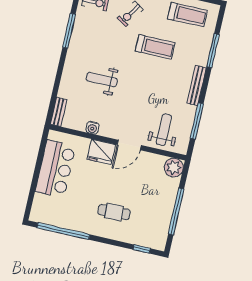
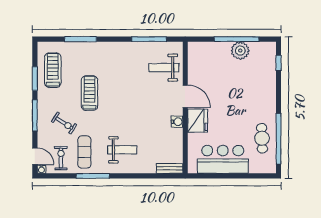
exercise mat: (96, 28) -> (84, 152), added
weight bench: (102, 80) -> (122, 150), moved, turned -90
bench: (197, 85) -> (116, 47), removed
water cooler: (92, 128) -> (177, 122), moved
plant: (174, 168) -> (240, 51), moved
cafe table: (114, 212) -> (262, 138), moved

